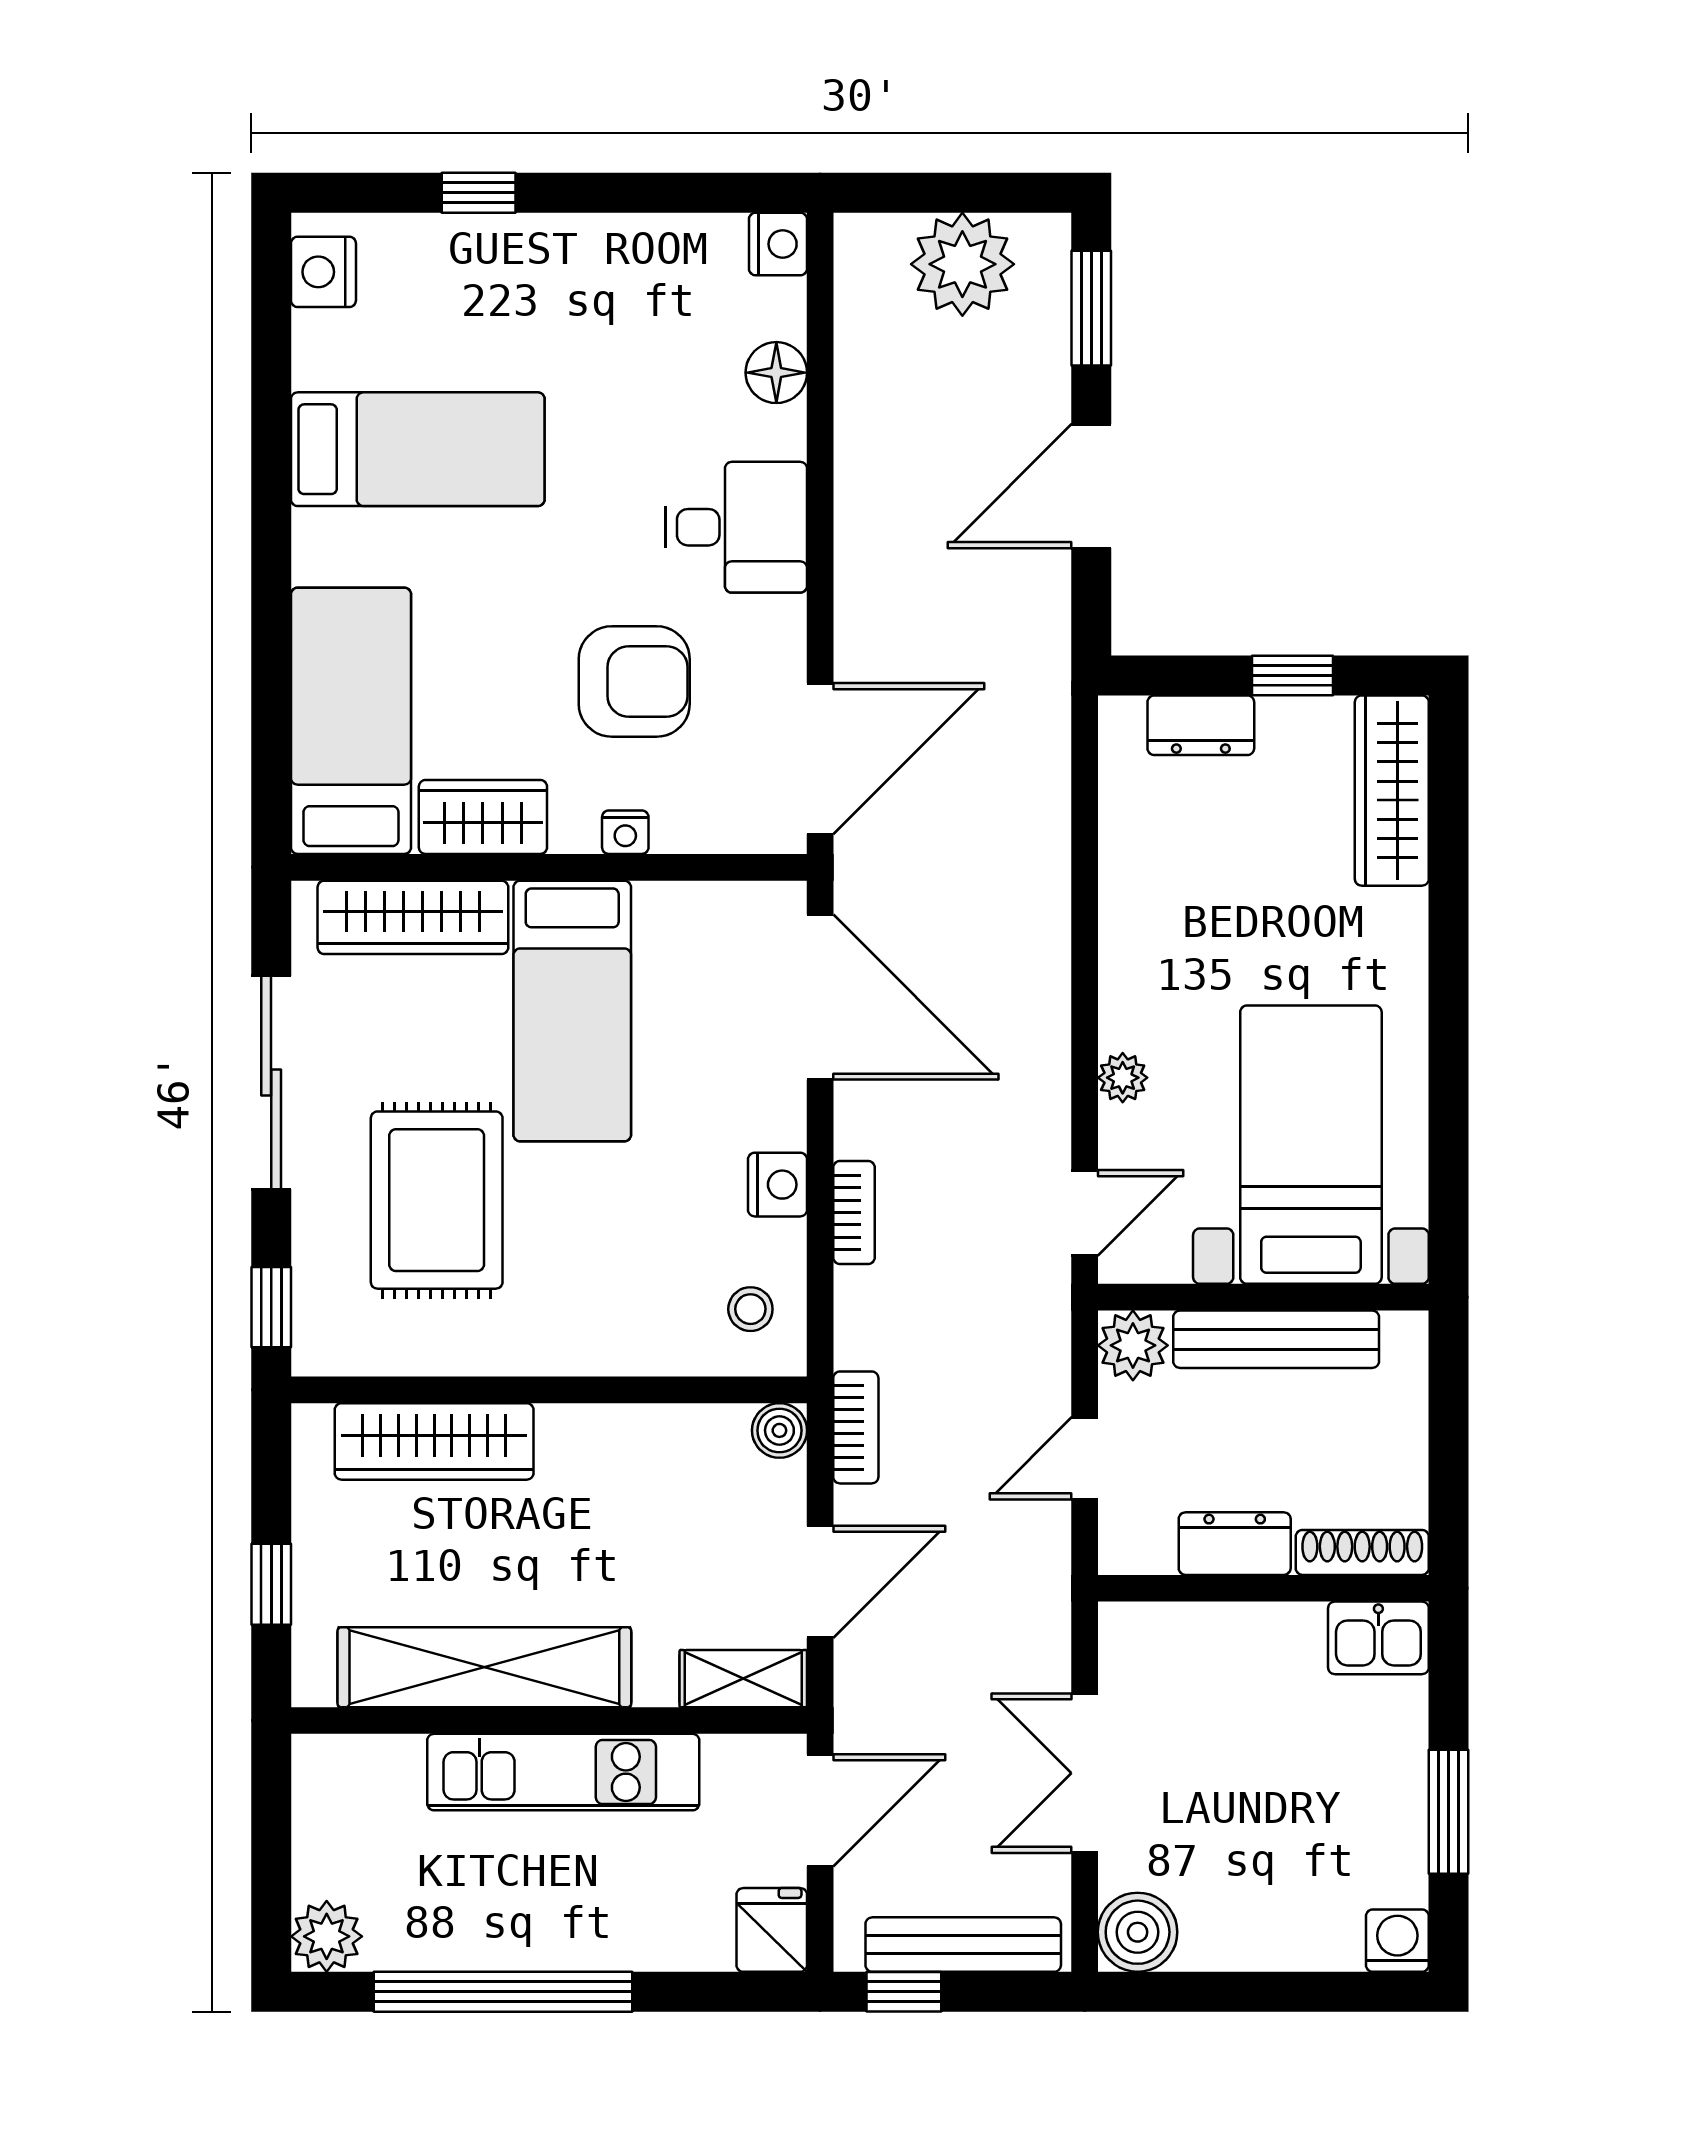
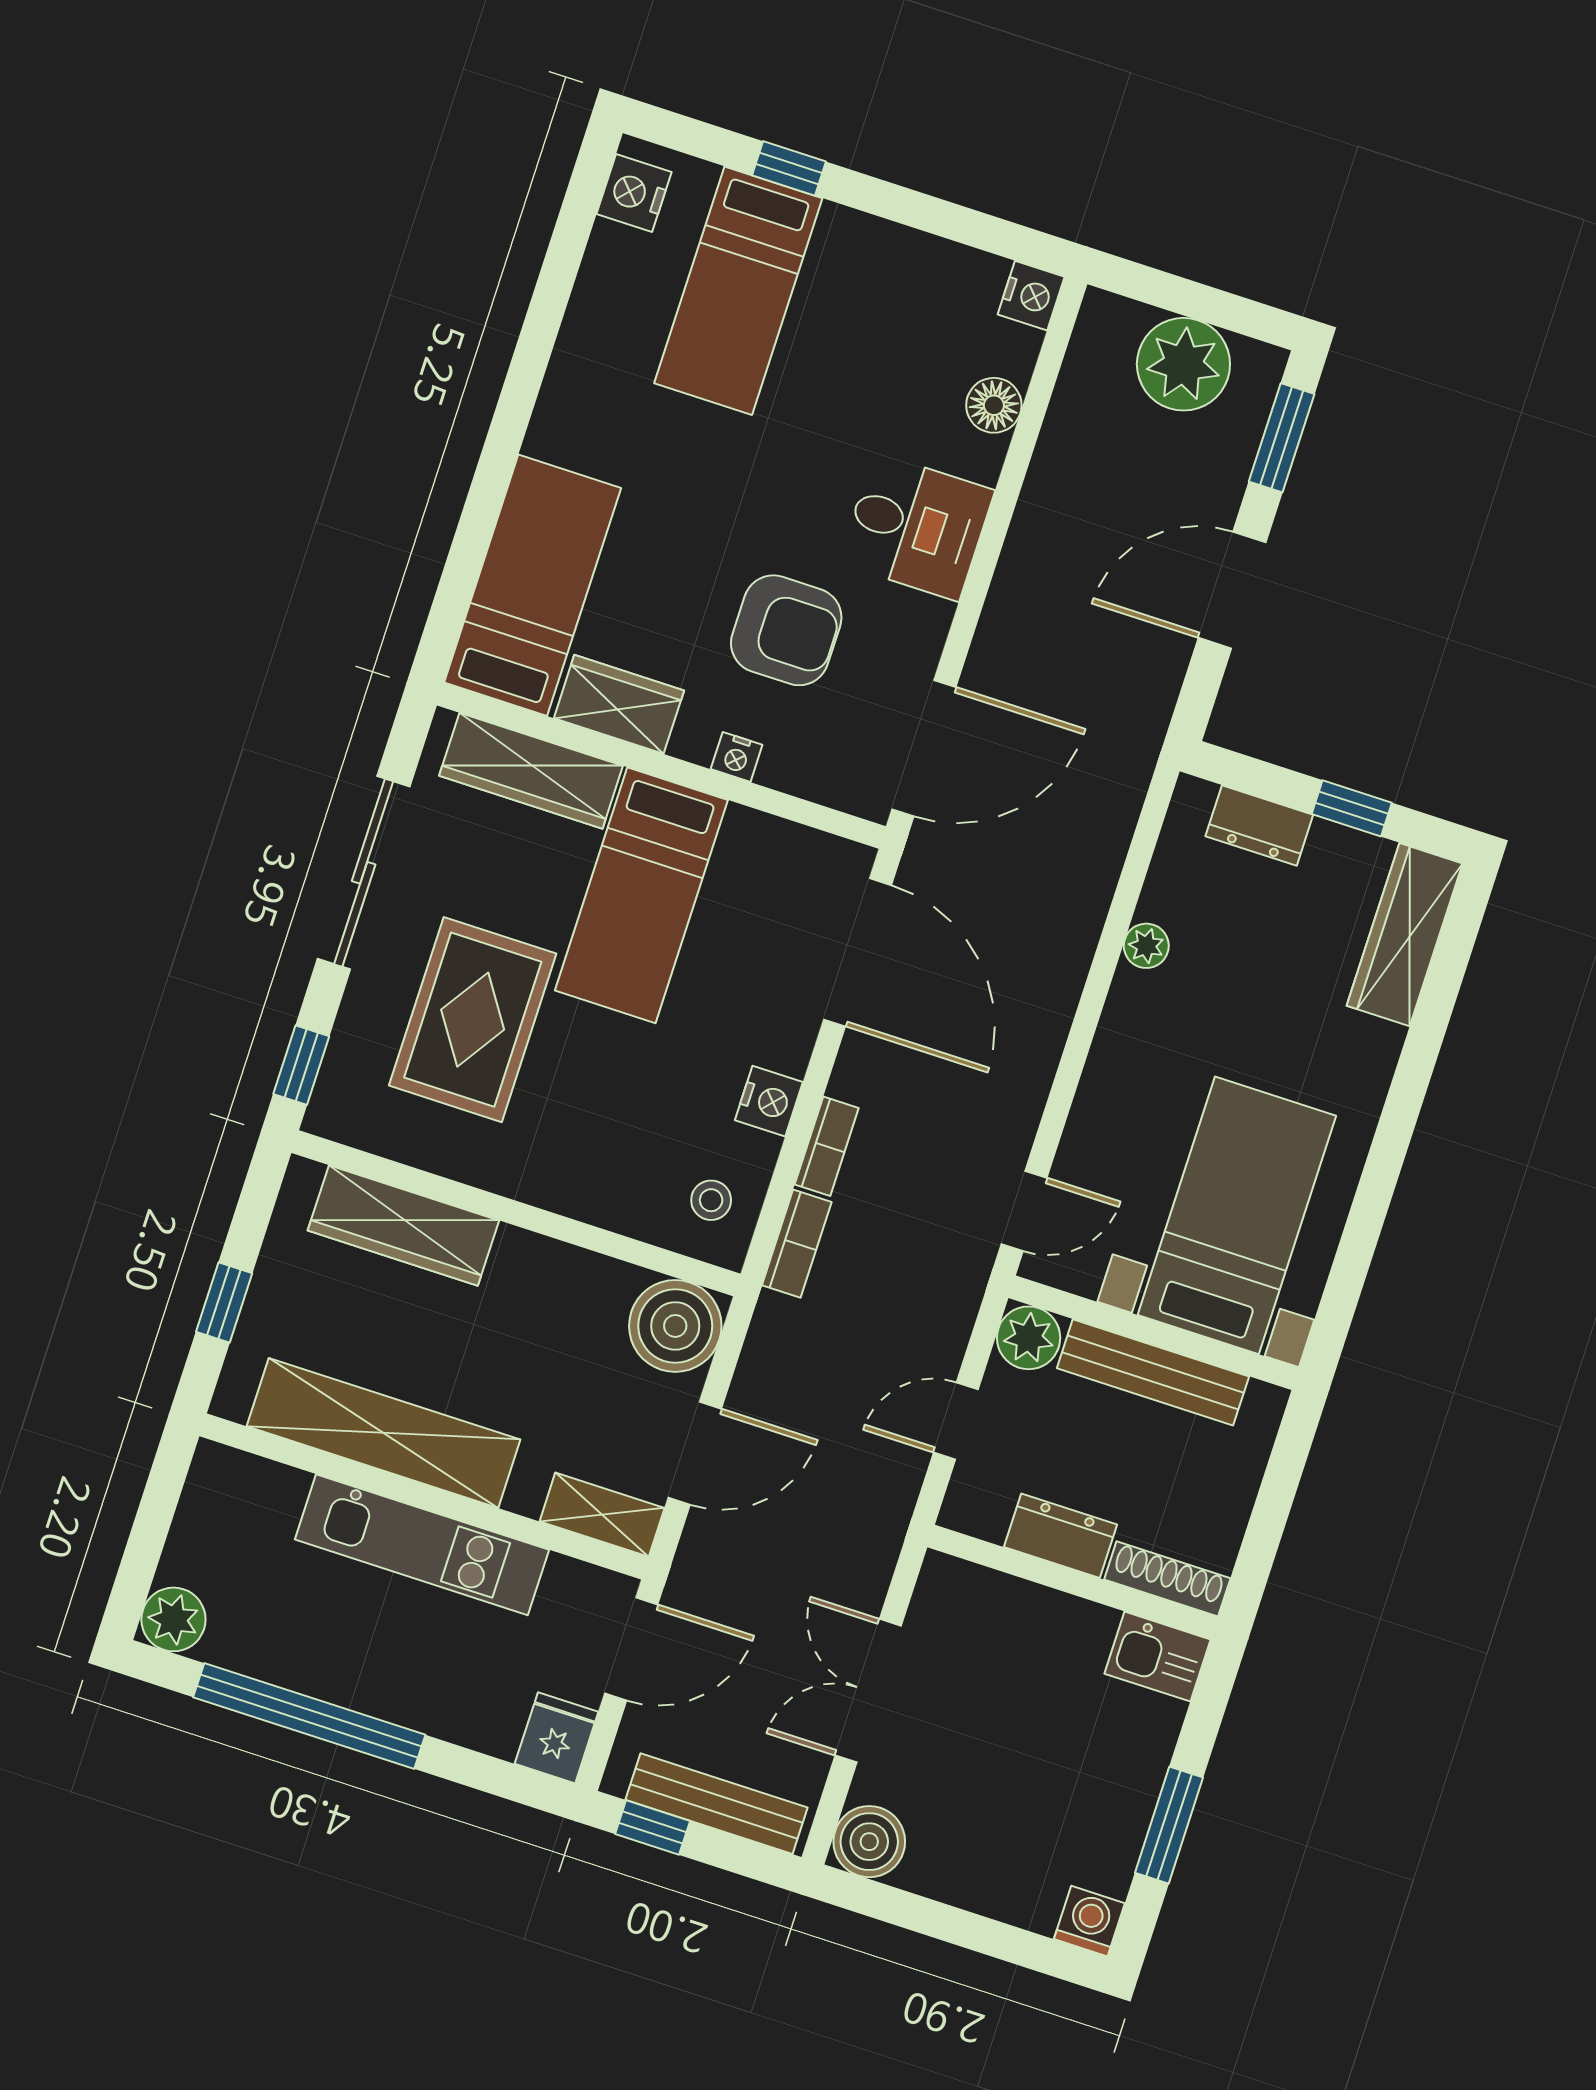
bed: (418, 449) -> (738, 291), moved, turned 90
plant: (1123, 1078) -> (1146, 946), moved
bookcase: (856, 1427) -> (797, 1244), moved
boiler: (779, 1430) -> (675, 1326), width x1.86, depth x1.86

